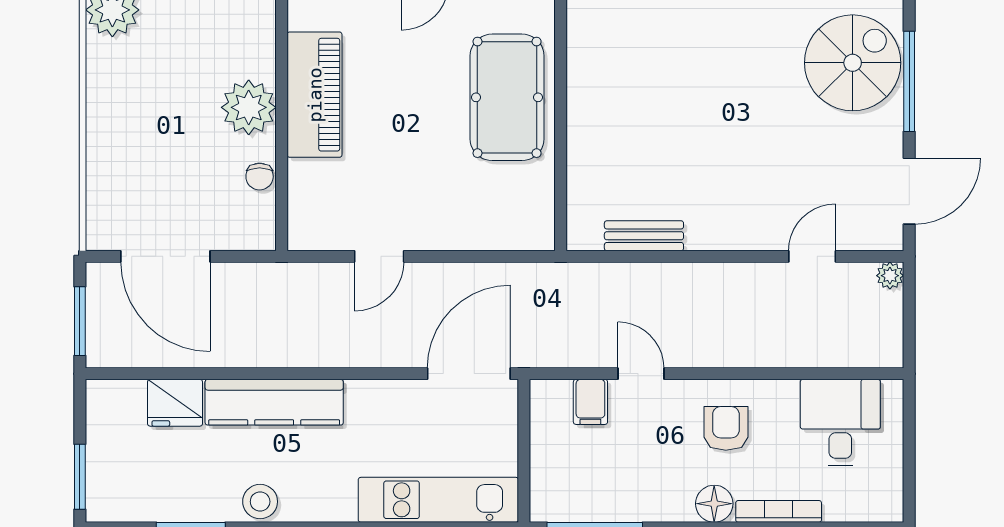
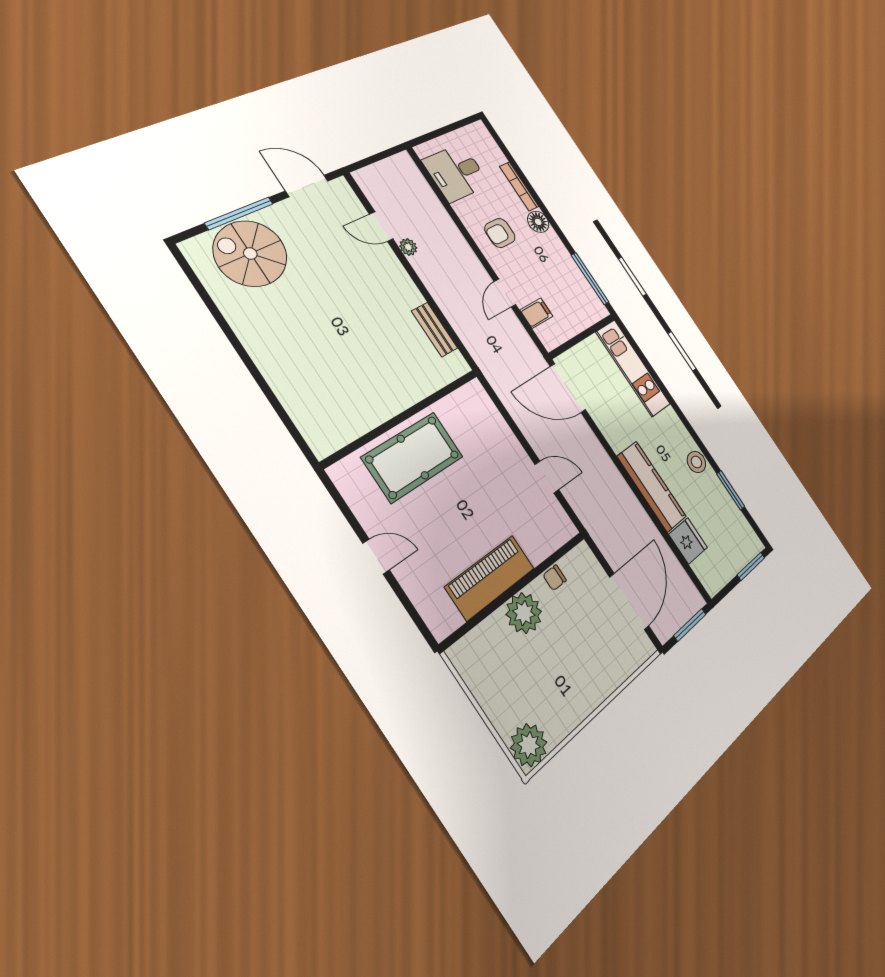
chair: (260, 177) -> (555, 578), turned 180
plant: (890, 276) -> (408, 247), moved

